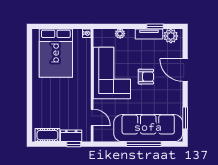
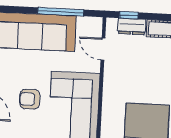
window: (144, 144) -> (61, 12), moved

